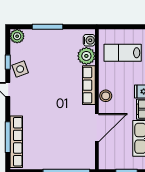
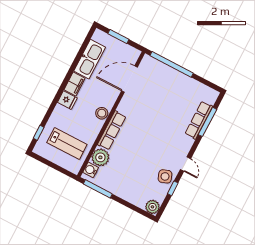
window: (47, 27) -> (98, 189), moved
door: (97, 128) -> (129, 79), moved
row of seats: (16, 142) -> (199, 120), width x0.73

